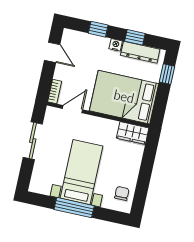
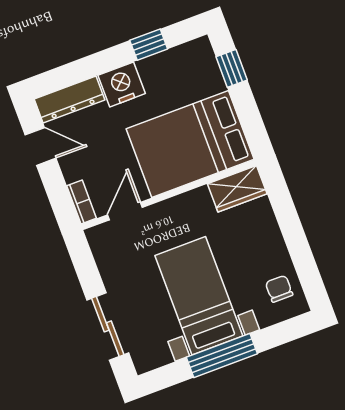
window: (98, 29) -> (86, 68), removed
nightstand: (116, 45) -> (122, 84), width x1.89, depth x1.79
dresser: (140, 52) -> (70, 99), moved
sliding door: (33, 141) -> (108, 326), moved

